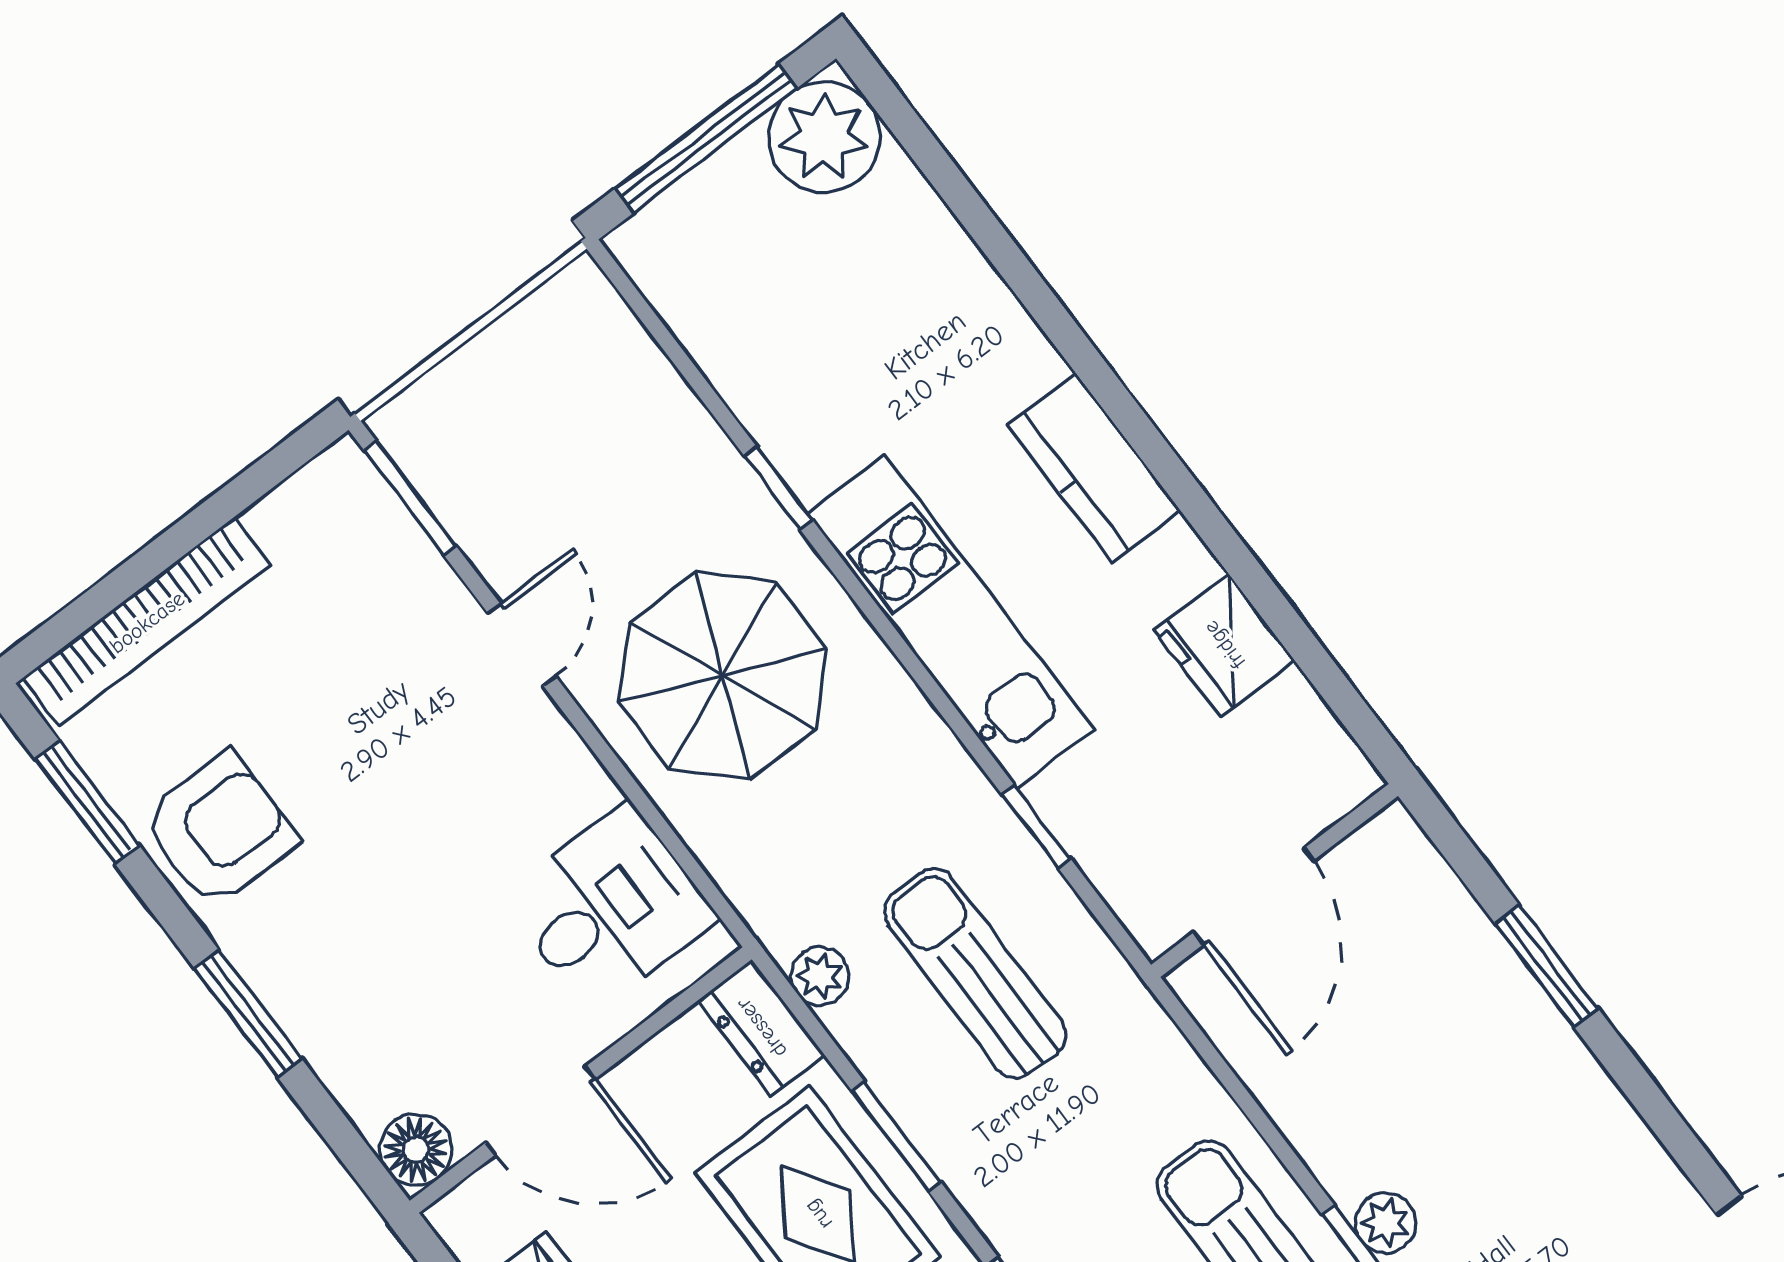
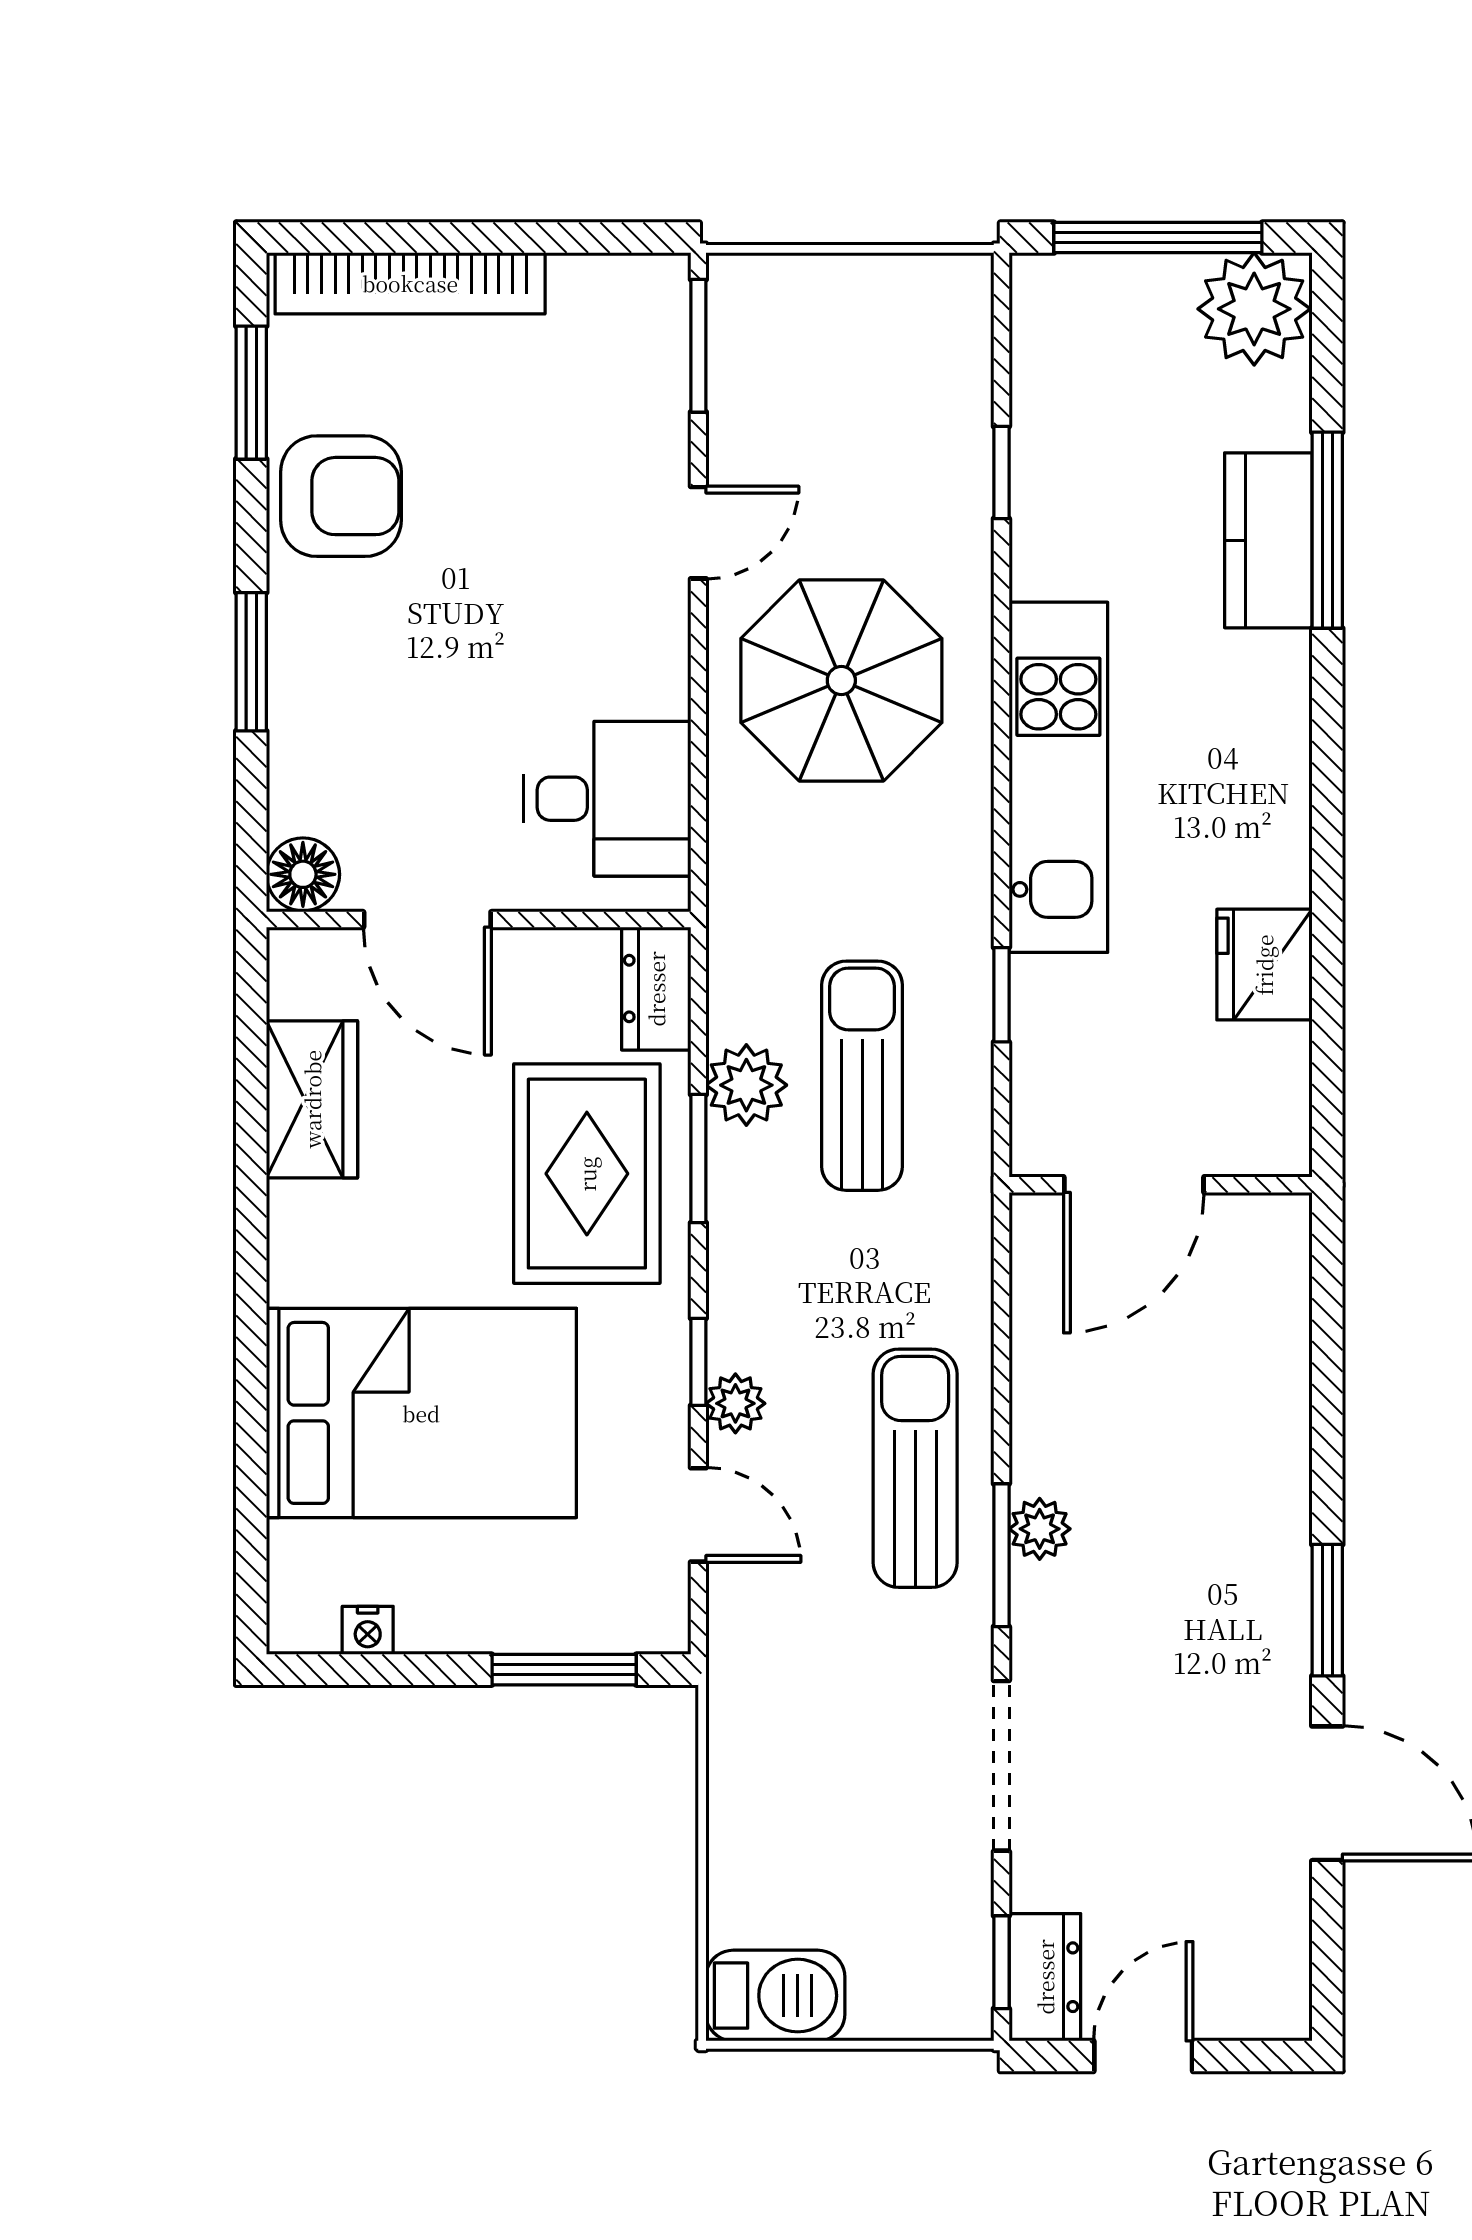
window: (1014, 267) -> (1327, 530), added
kitchen counter: (1094, 468) -> (1268, 540), moved
window: (778, 488) -> (1001, 472), moved
window: (1547, 966) -> (1327, 1610), moved
plant: (820, 976) -> (746, 1085), moved, width x1.38, depth x1.38

